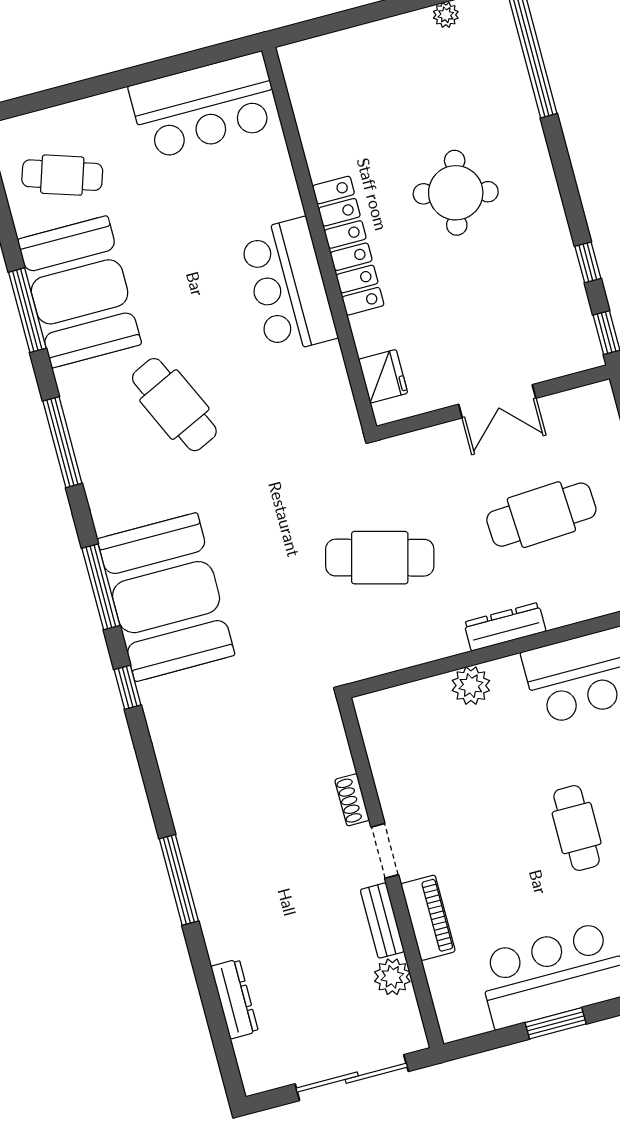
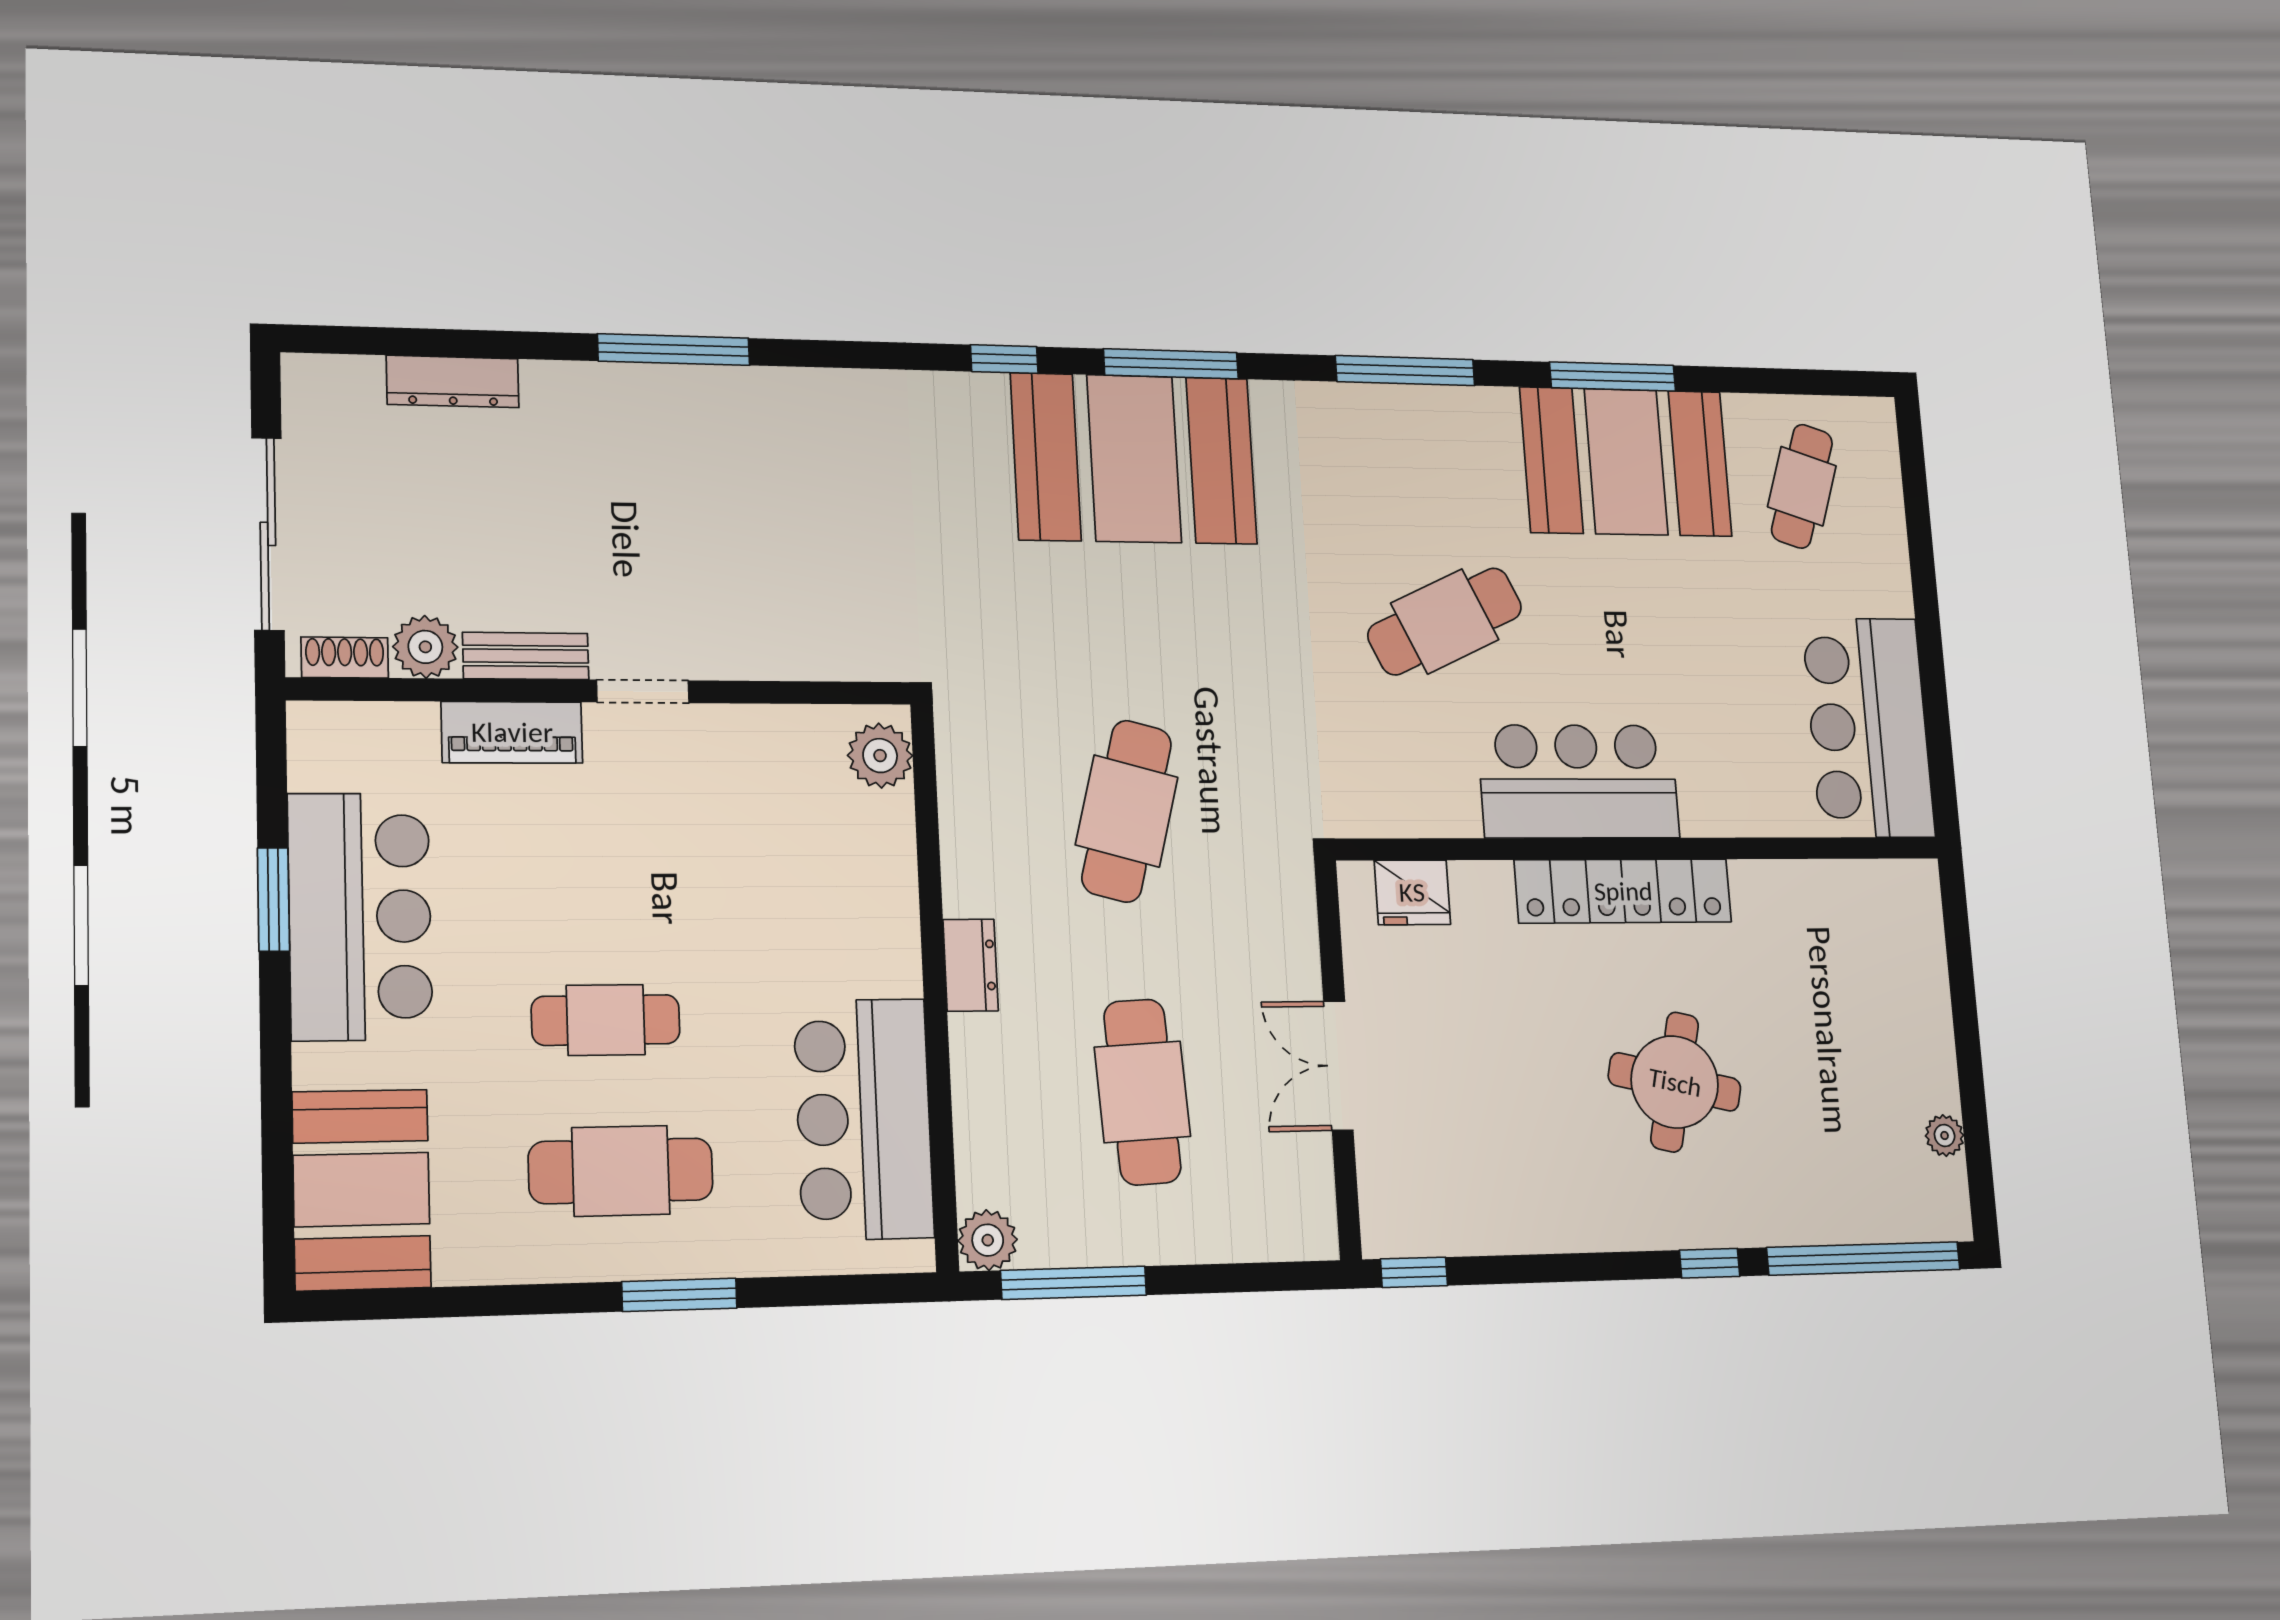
window: (588, 262) -> (1710, 1263), moved
cafe table: (174, 405) -> (1445, 621), moved
dresser: (505, 627) -> (971, 965), width x0.70
plant: (471, 686) -> (880, 756), moved
shoe rack: (352, 800) -> (345, 658), moved

